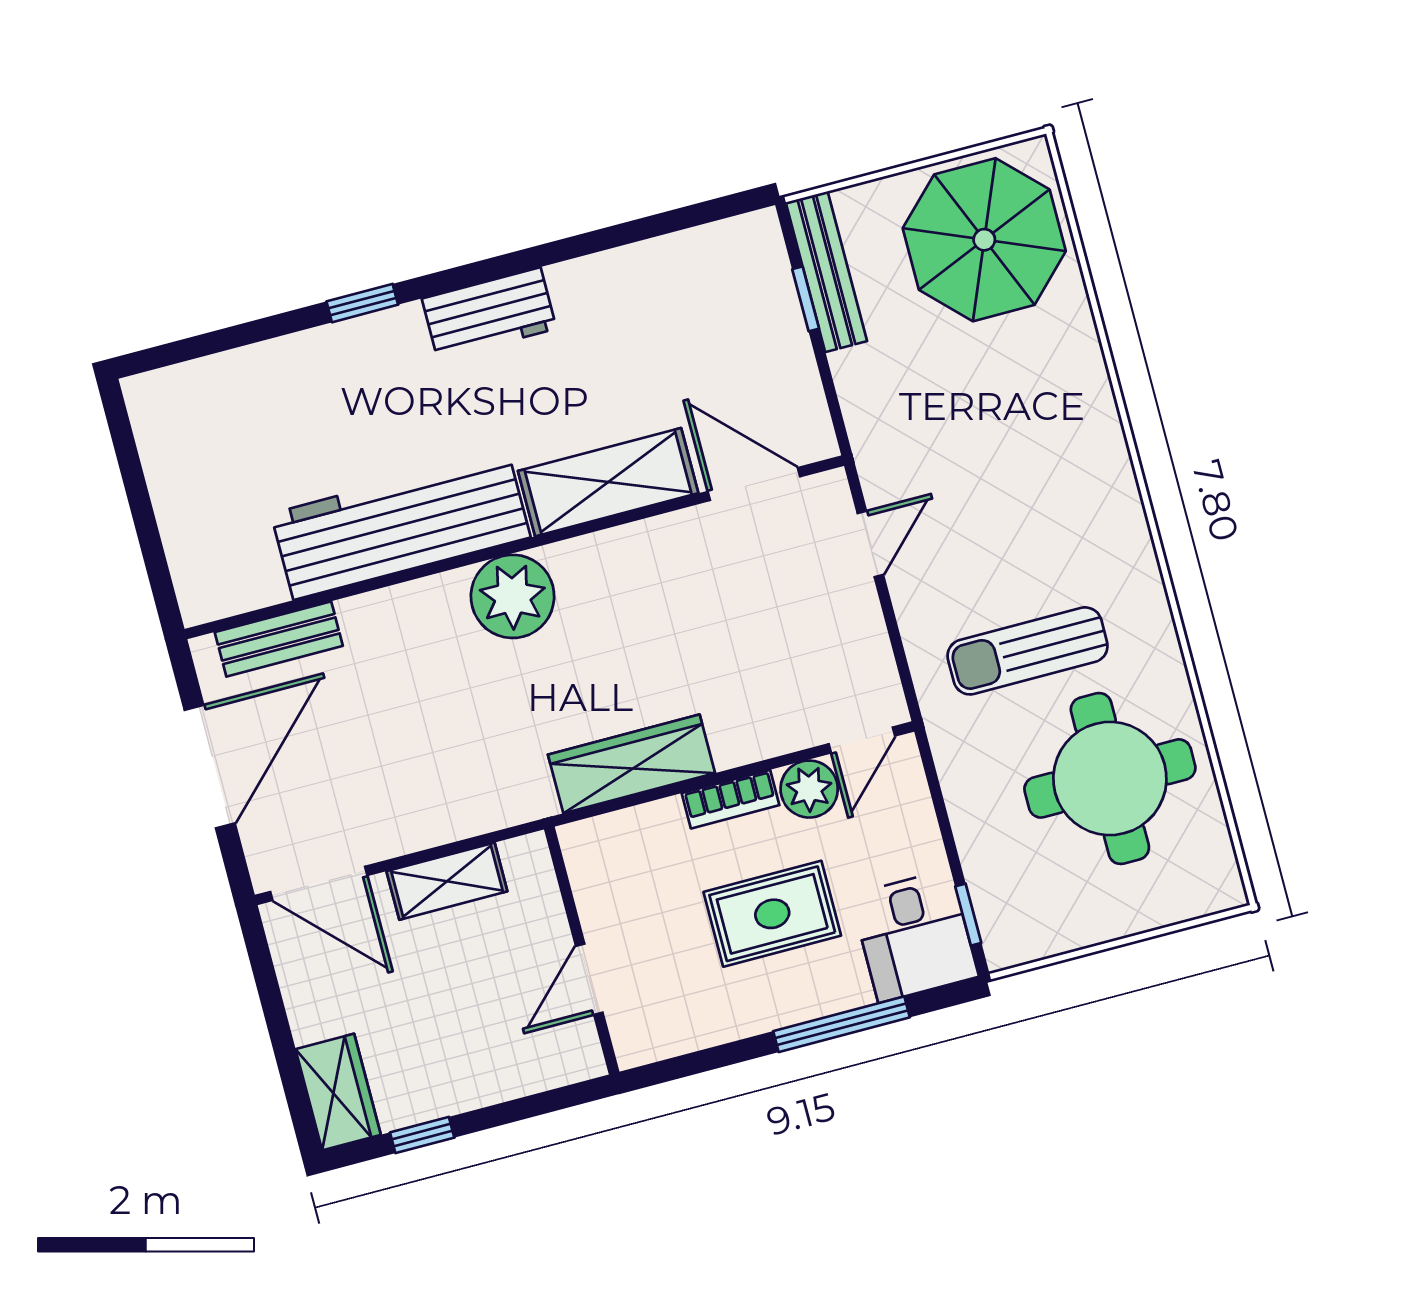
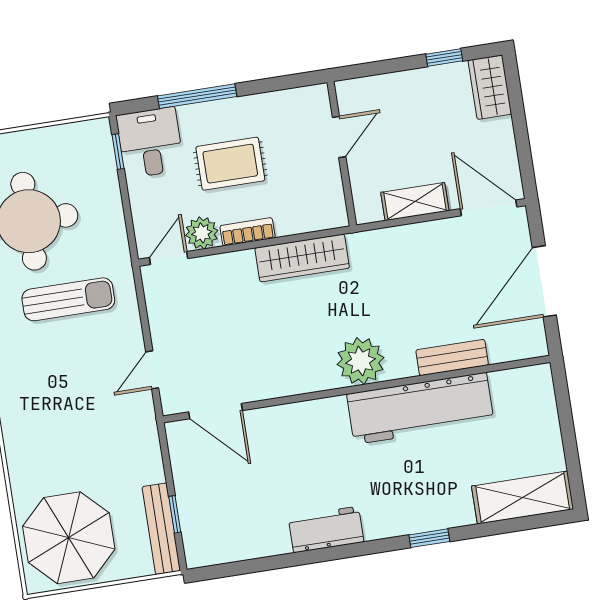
workbench: (489, 314) -> (326, 530), moved
shelving: (608, 482) -> (523, 498), moved
bench: (279, 639) -> (452, 358), moved

